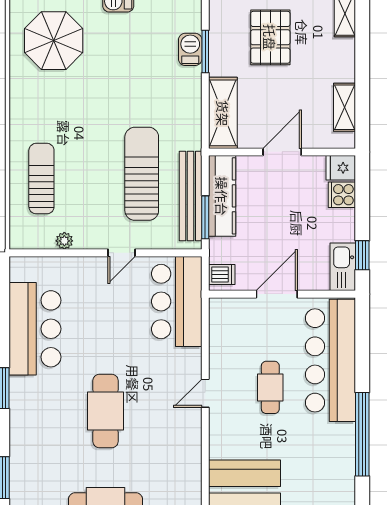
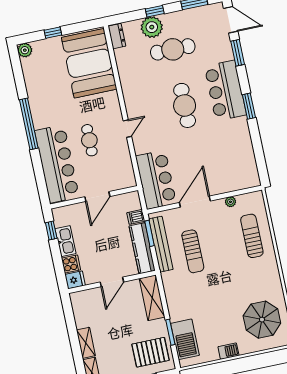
pallet: (270, 37) -> (151, 352), moved, turned 90
barbecue: (190, 49) -> (185, 339), width x1.88, depth x1.53
shelving: (345, 107) -> (86, 343), moved
sun lounger: (142, 174) -> (193, 251), width x0.73, depth x0.75
sun lounger: (41, 179) -> (252, 236), turned 180
door: (122, 253) -> (195, 202), width x1.88
kitchen sink: (343, 267) -> (66, 241), moved
dishwasher: (222, 275) -> (136, 217), moved
bar counter: (35, 329) -> (225, 91), moved

